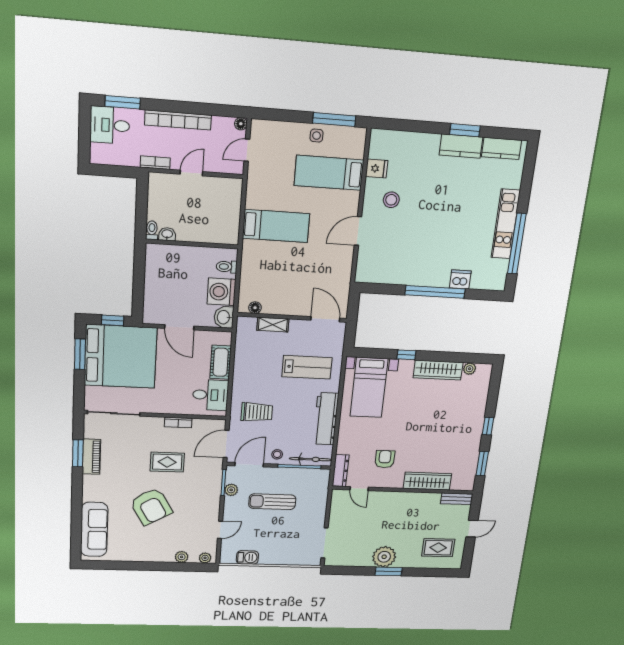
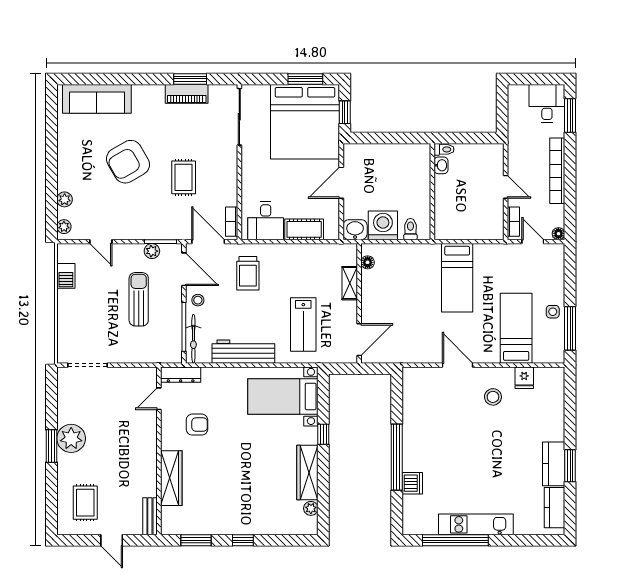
bookcase: (155, 163) -> (513, 222), moved
bookcase: (178, 422) -> (232, 222), moved

